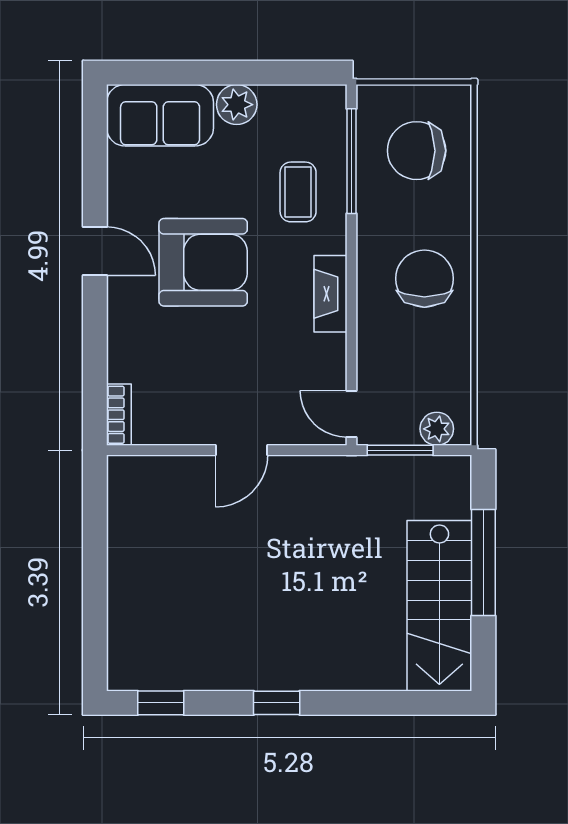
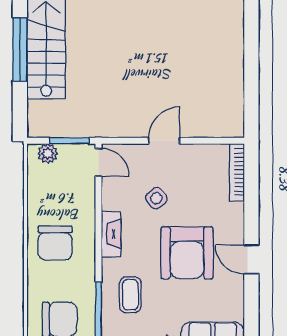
armchair: (203, 262) -> (187, 253), turned -90
side table: (255, 354) -> (156, 198), added
bookcase: (119, 415) -> (237, 172), width x1.56
window: (483, 563) -> (20, 49), moved

